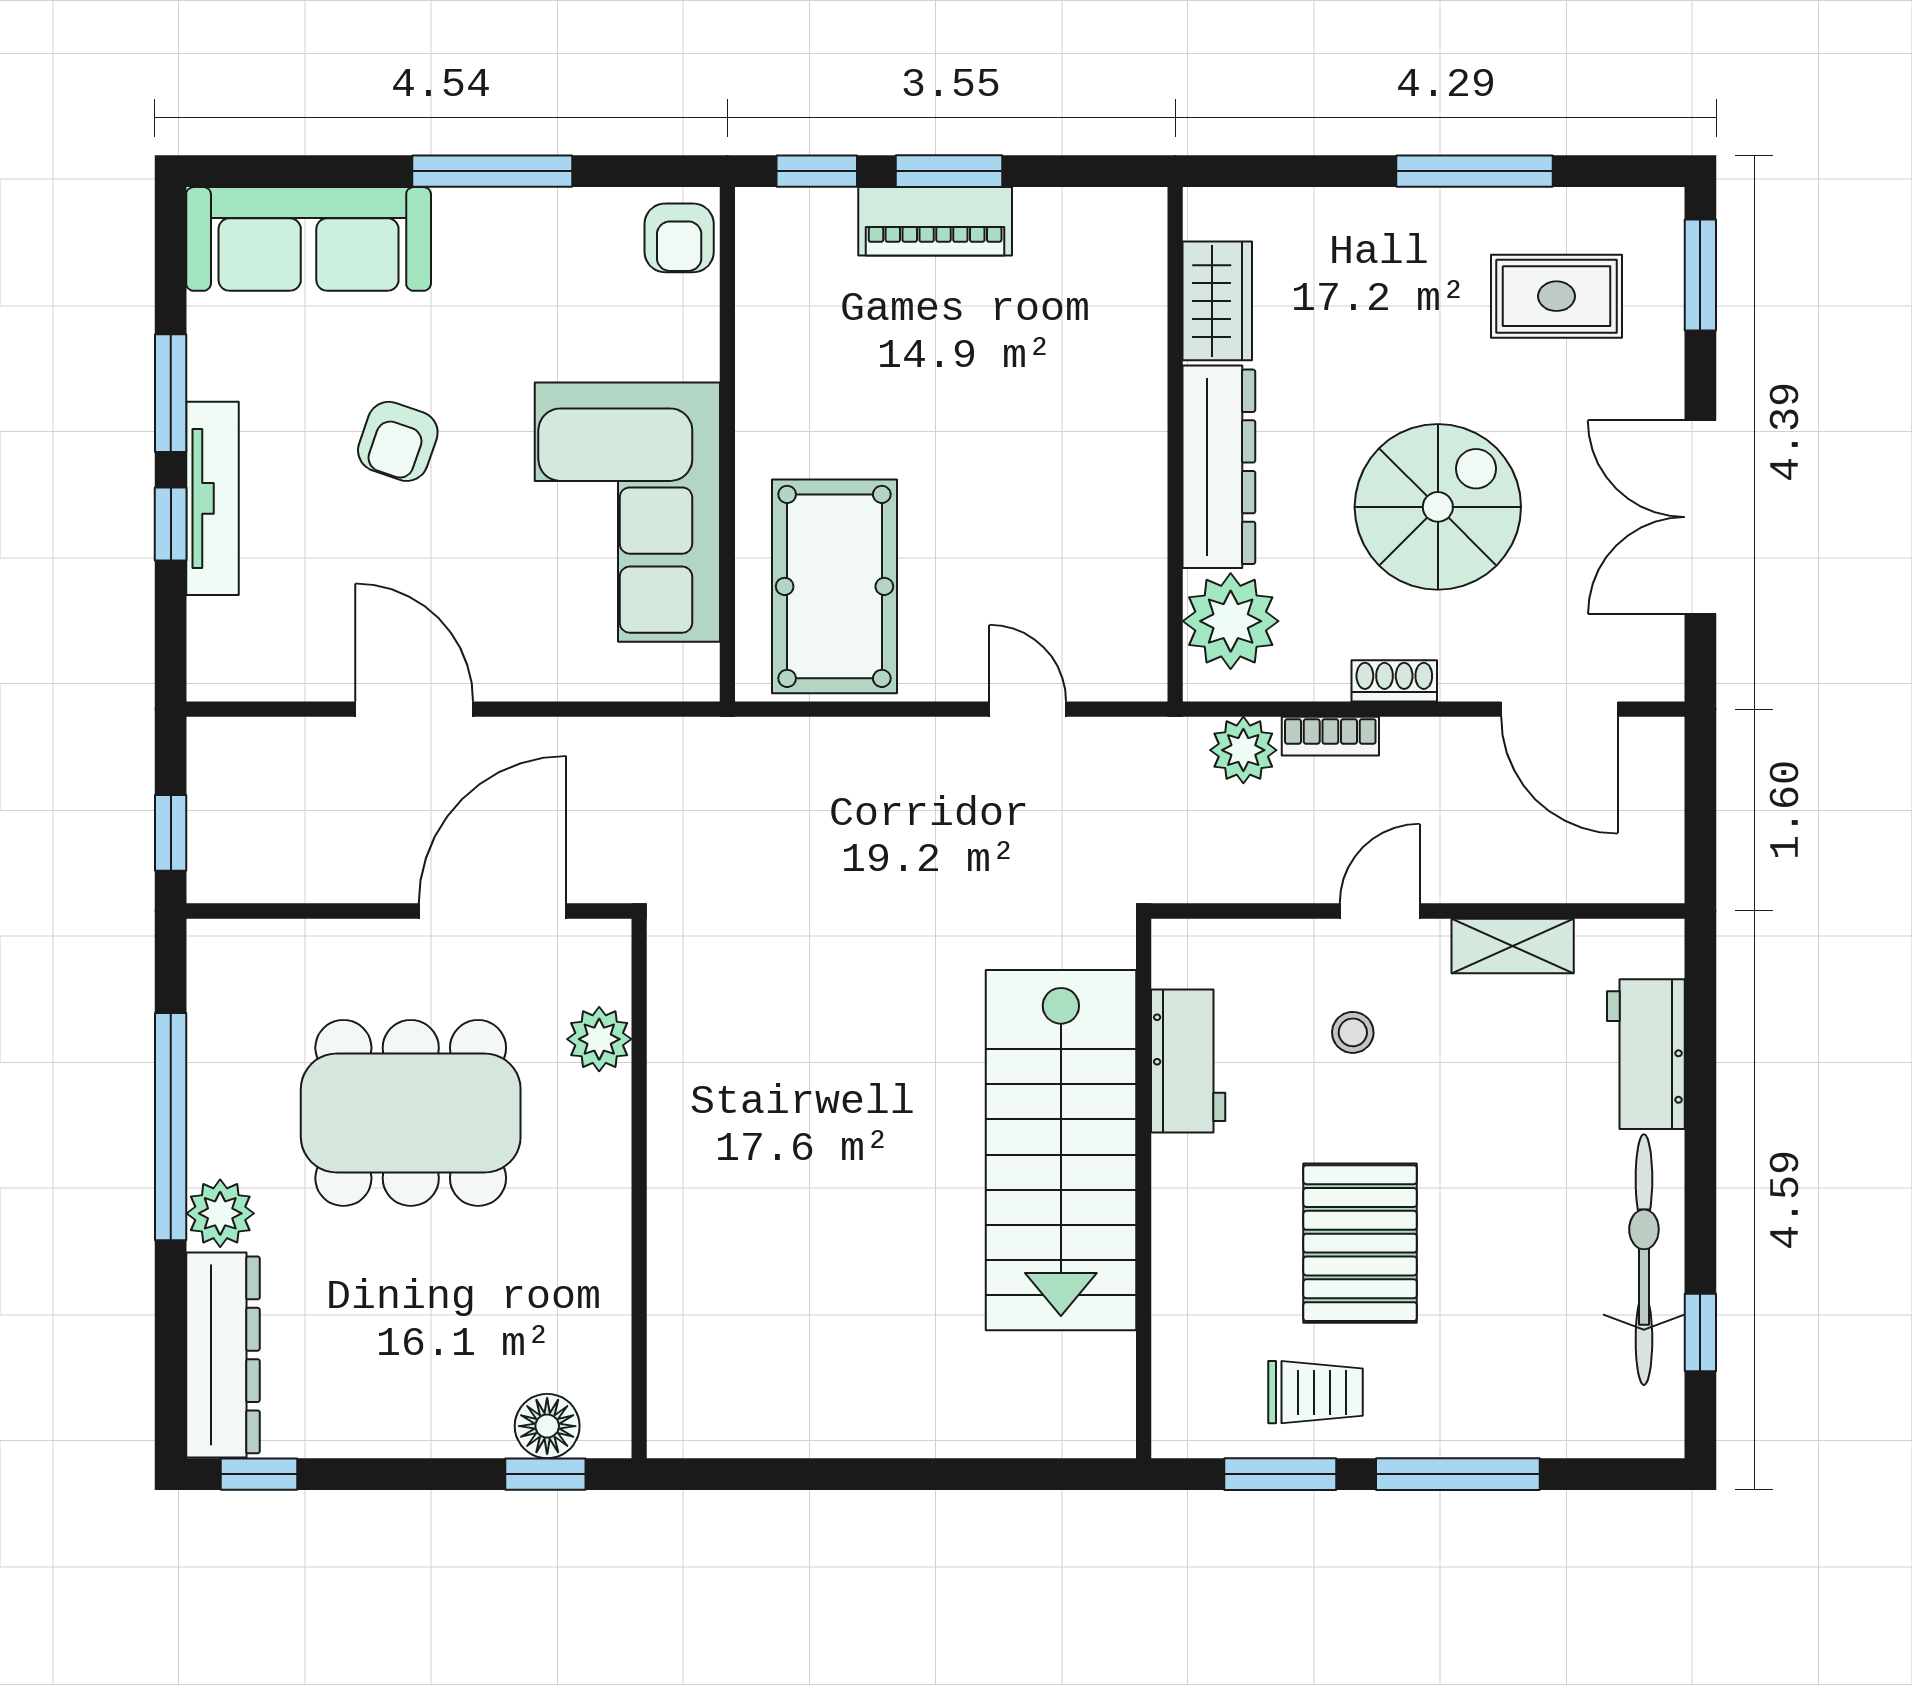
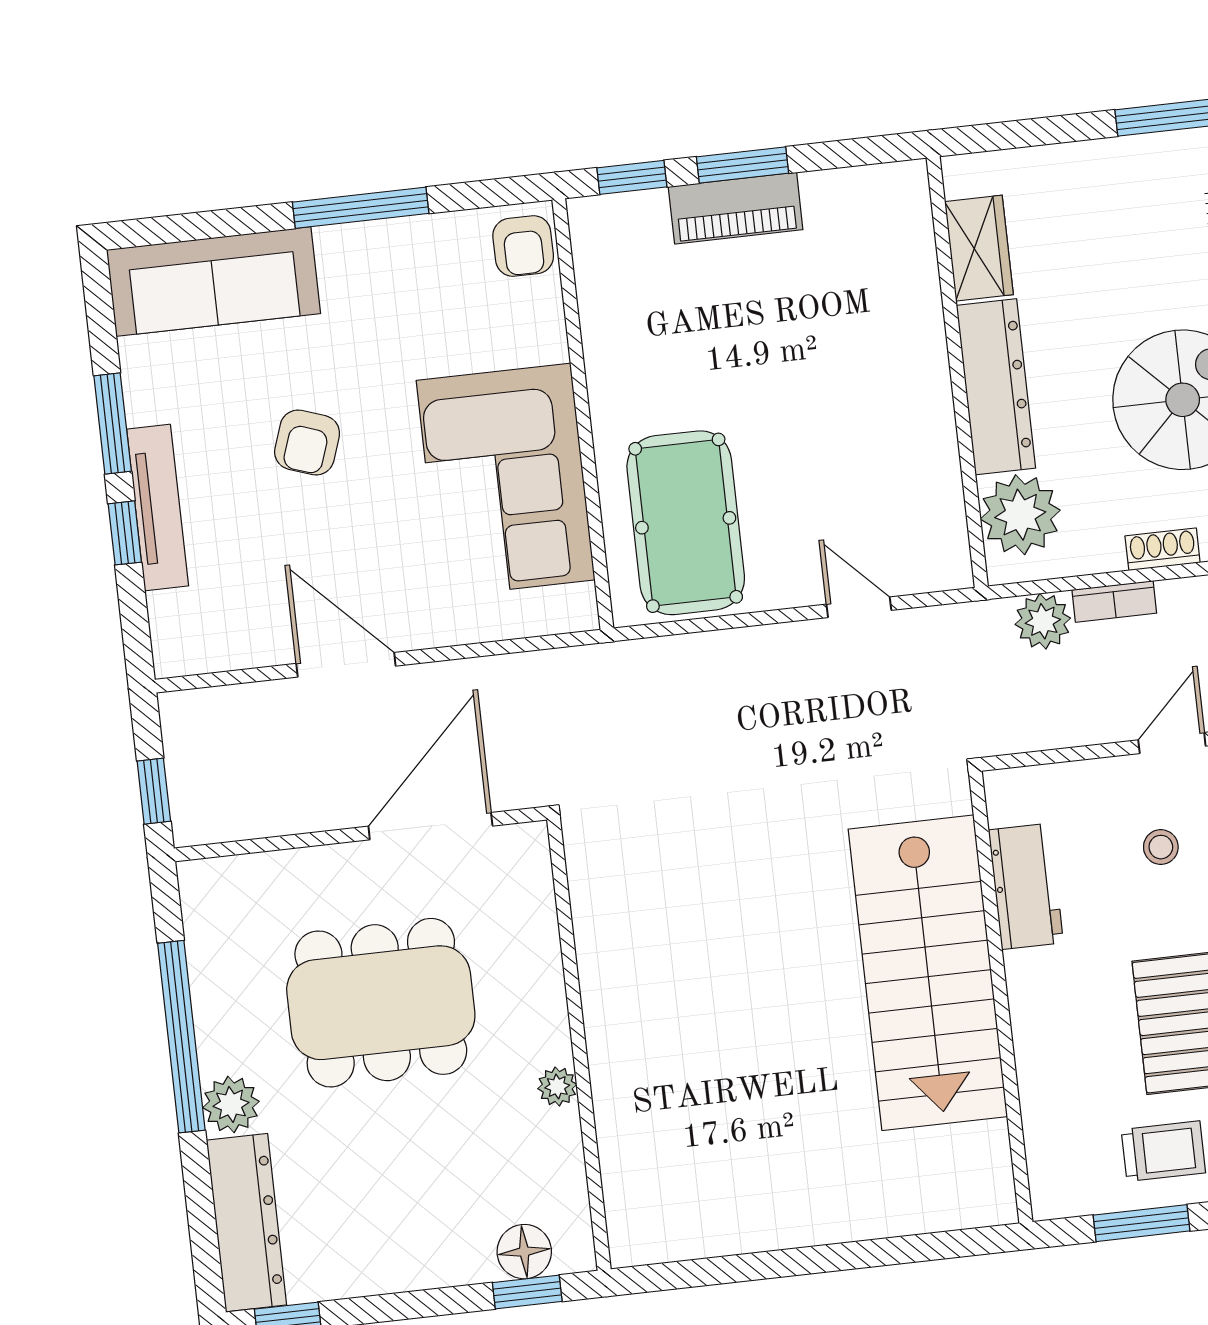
plant: (599, 1039) -> (557, 1087), moved, width x0.73, depth x0.73

